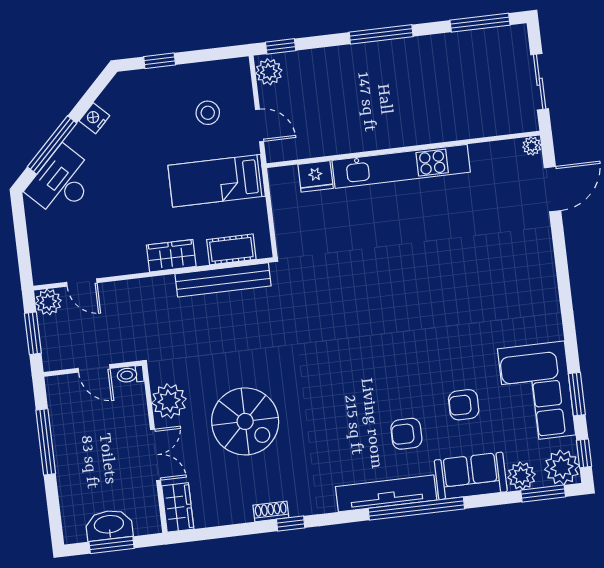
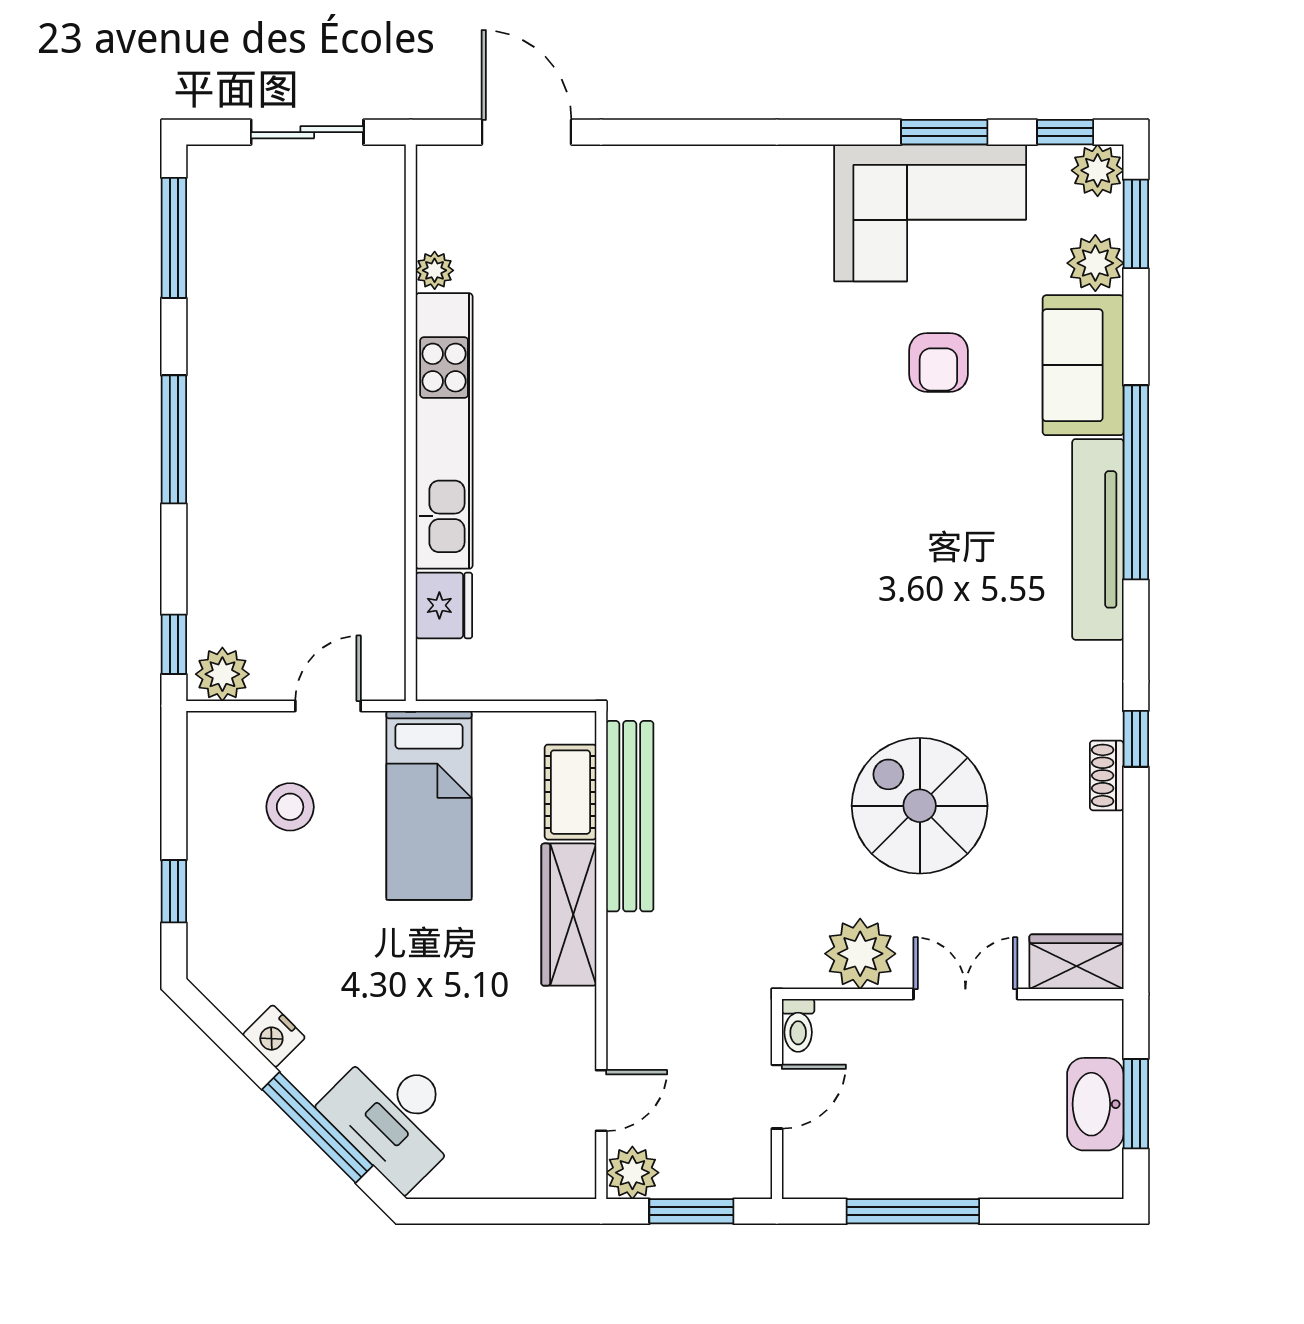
plant: (532, 146) -> (435, 270), moved
wardrobe: (171, 256) -> (569, 915), width x1.50
spiral stairs: (245, 421) -> (920, 806), turned -90
armchair: (406, 434) -> (983, 484), removed
plant: (562, 467) -> (1098, 170), width x0.73, depth x0.73

